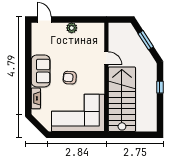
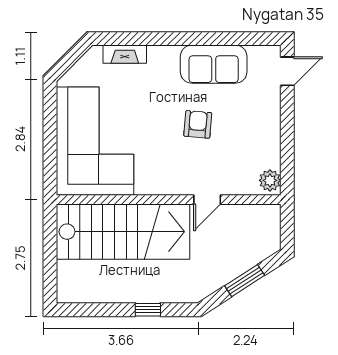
plant: (72, 28) -> (270, 180), moved
sofa: (41, 71) -> (214, 64), moved
armchair: (70, 78) -> (198, 124), moved

